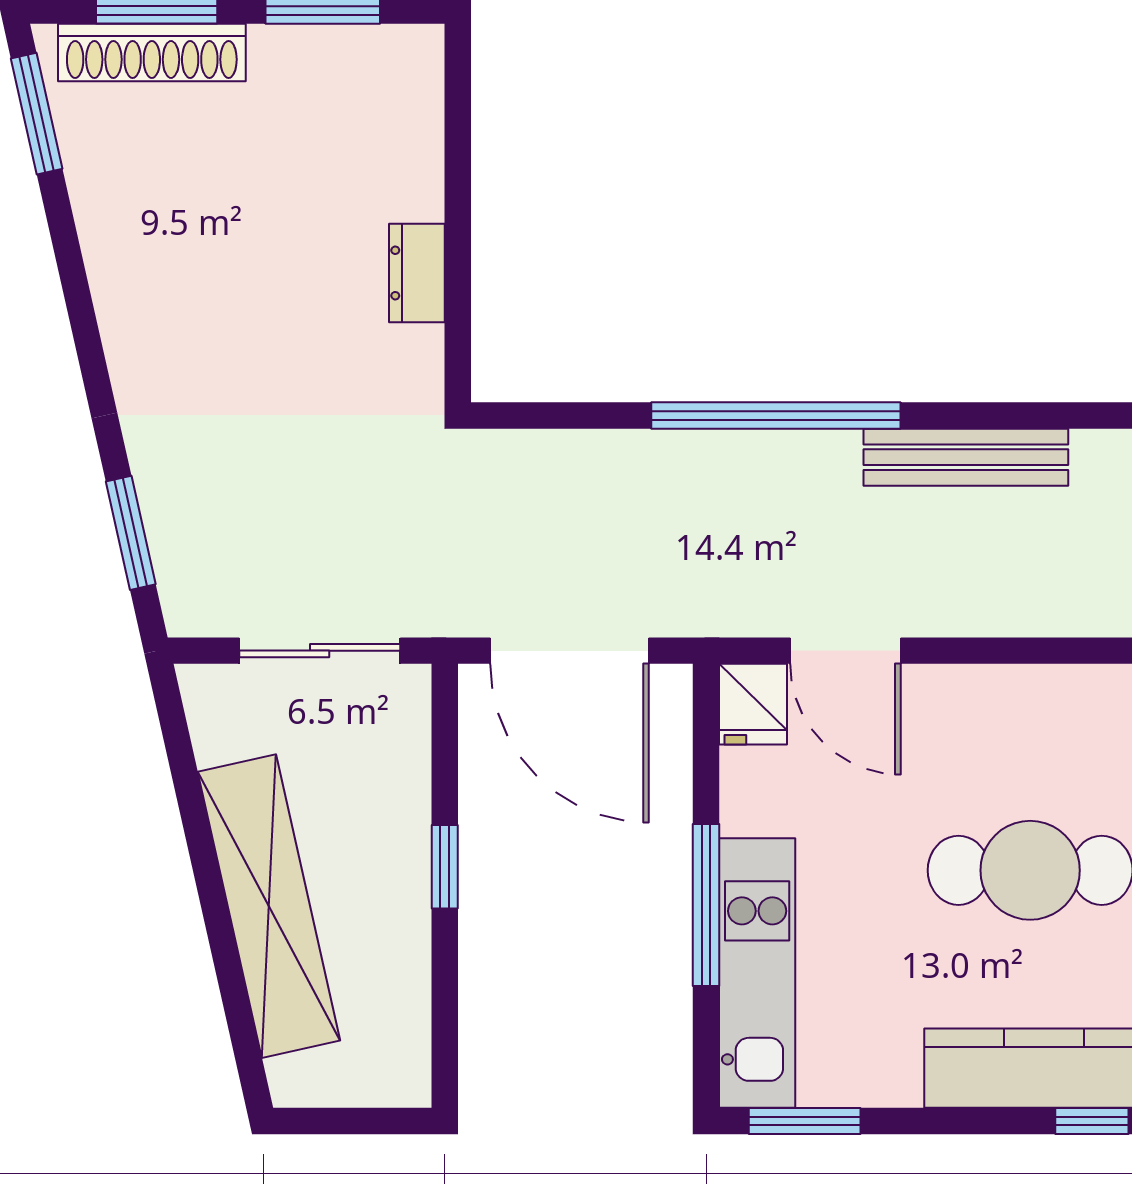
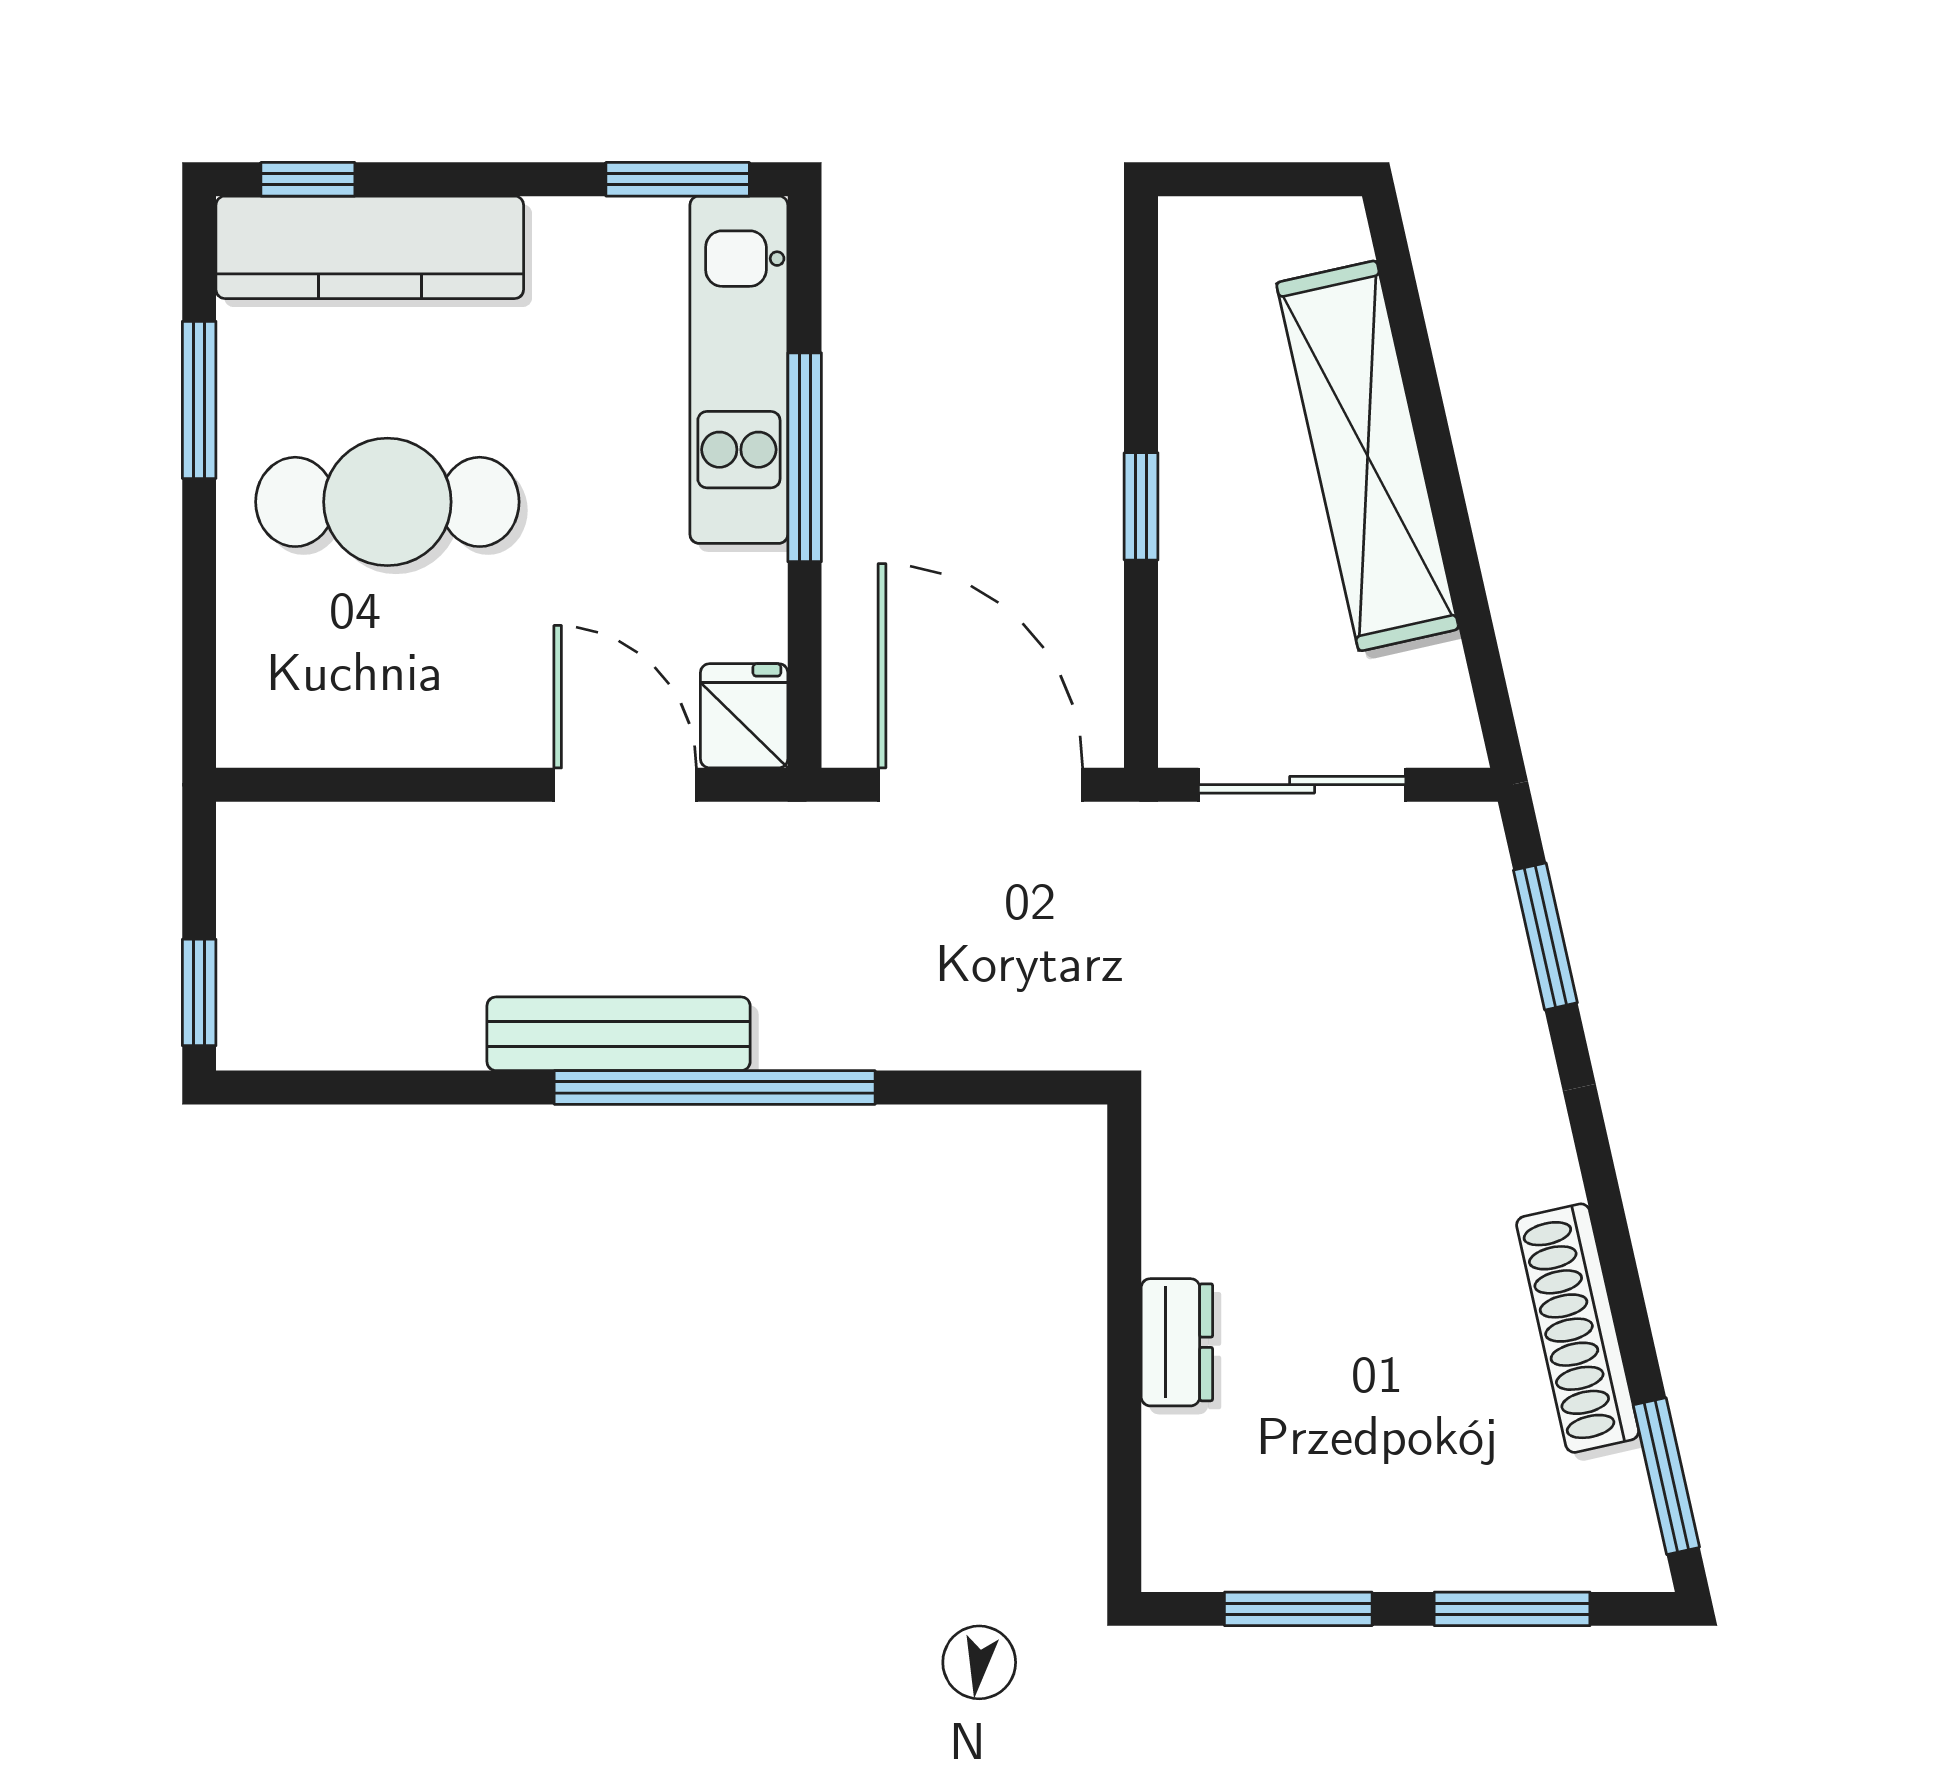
shoe rack: (152, 53) -> (1578, 1328), moved, turned -103
dresser: (417, 273) -> (1177, 1342), moved
bench: (966, 457) -> (619, 1034), moved

